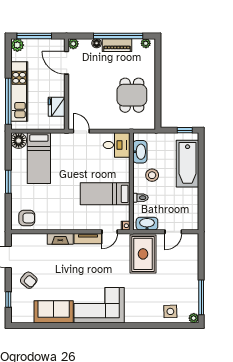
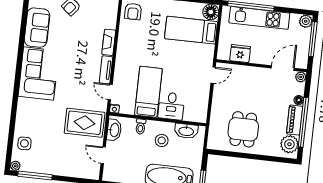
plant: (146, 43) -> (289, 144), width x1.87, depth x1.87
dining table: (132, 95) -> (243, 129), turned 90
desk: (117, 145) -> (171, 106), moved

